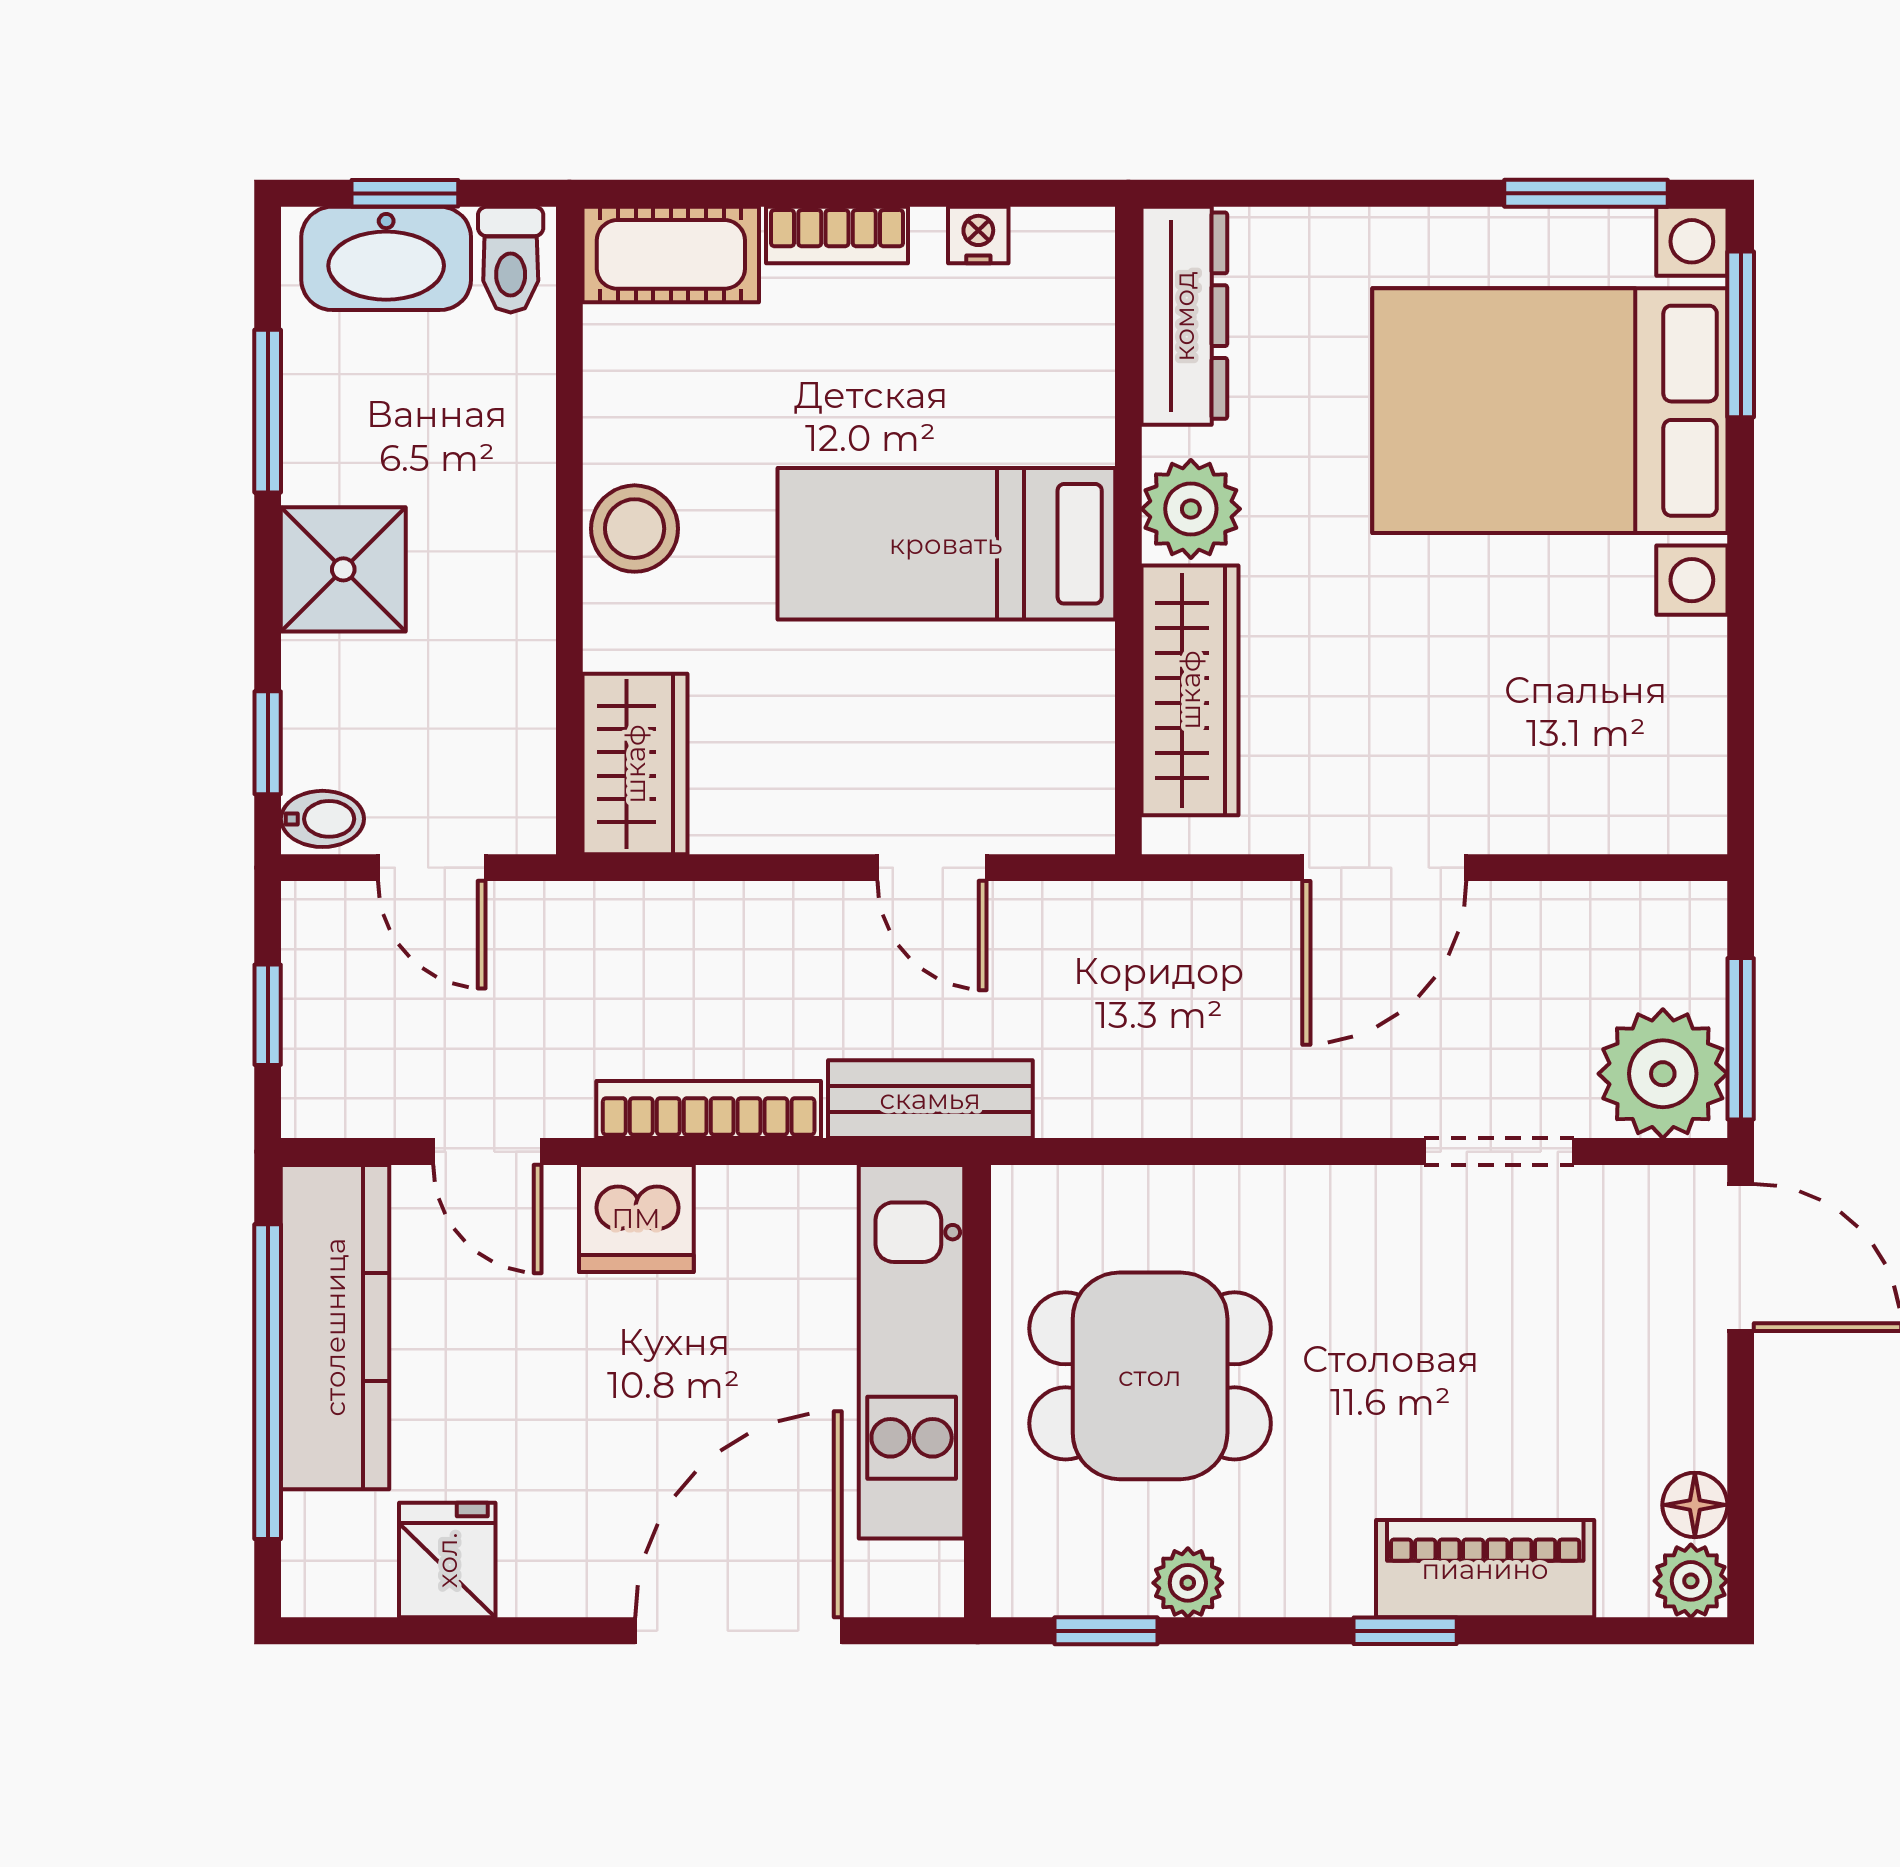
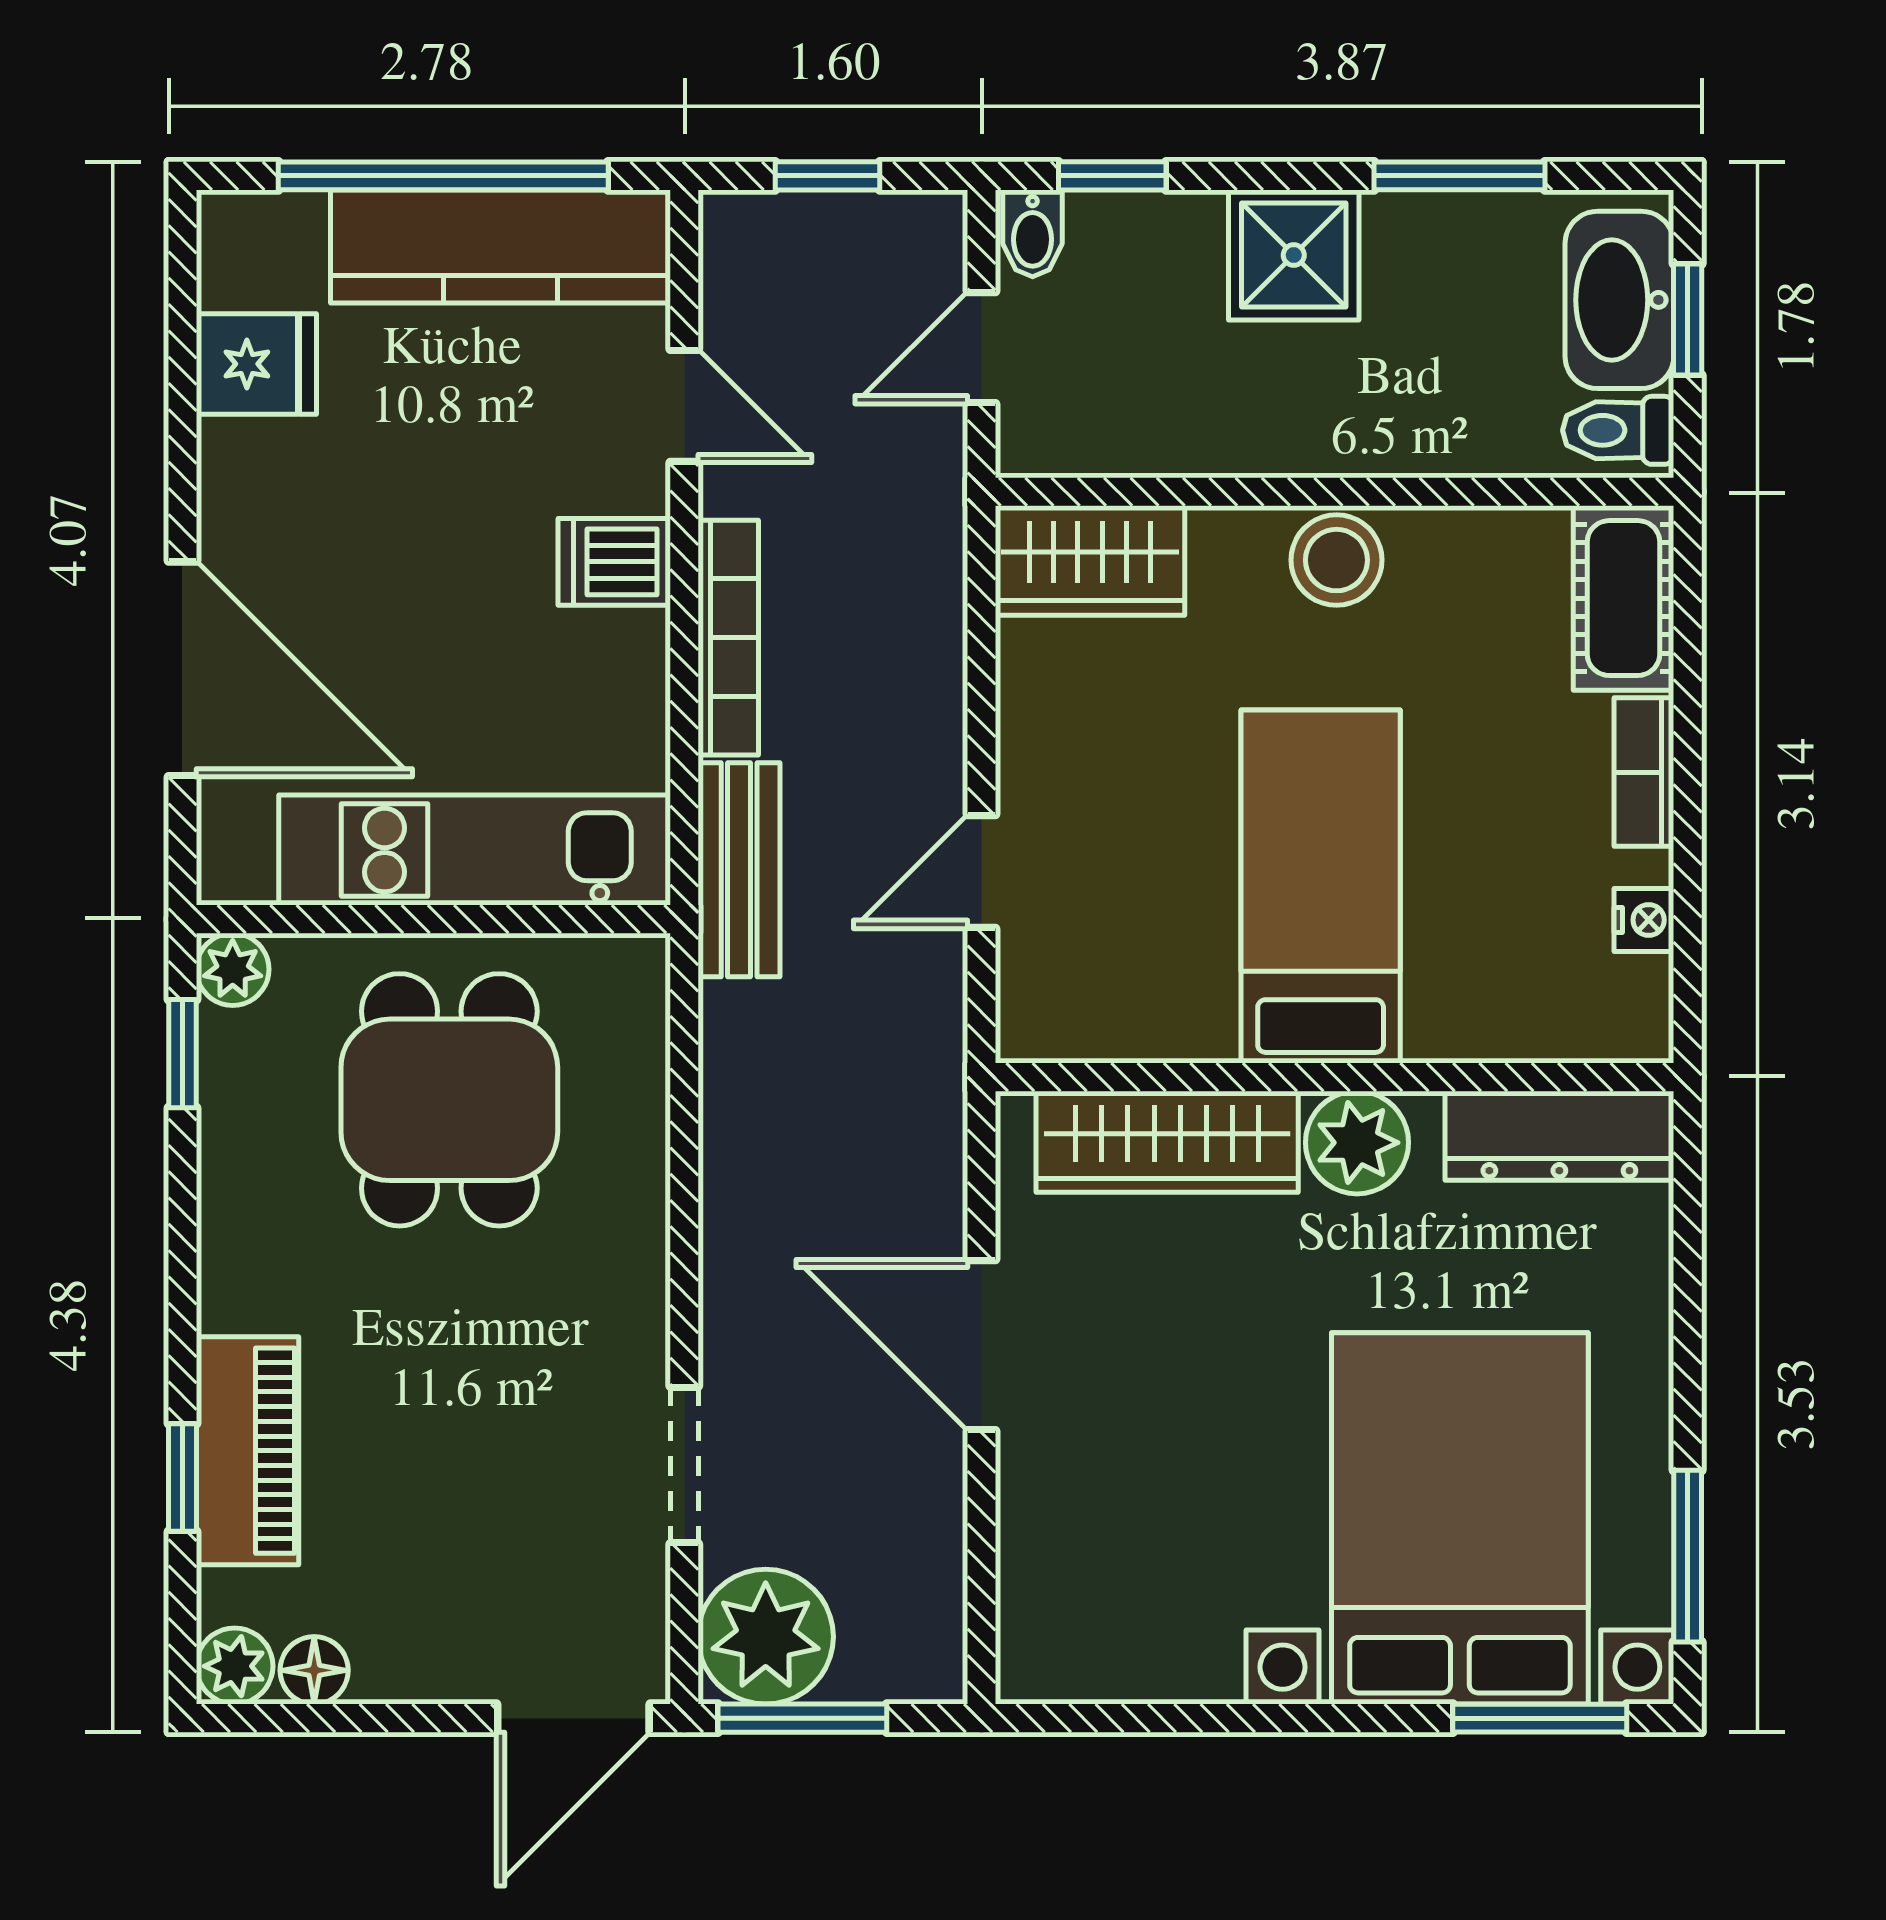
door: (487, 1152) -> (684, 406), swing flipped
dishwasher: (636, 1218) -> (614, 562), width x0.73
plant: (1188, 1583) -> (233, 969), moved
window: (1405, 1631) -> (182, 1478), moved

